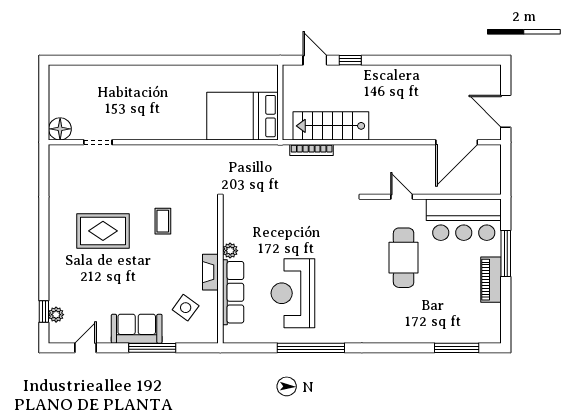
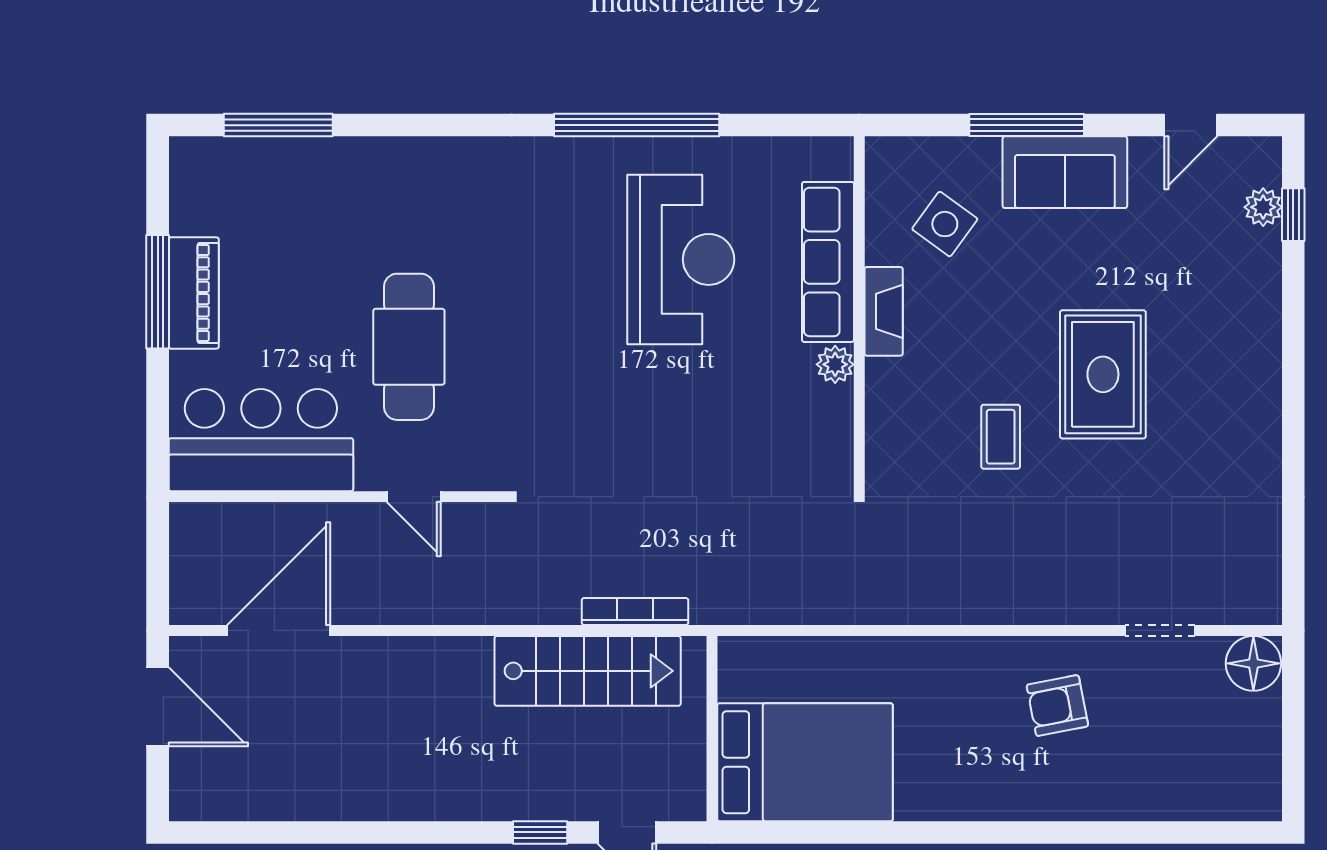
armchair: (140, 112) -> (1057, 706), added
bed: (242, 116) -> (805, 762), moved
rug: (103, 231) -> (1103, 374), moved, turned 90
window: (506, 253) -> (158, 292), moved

